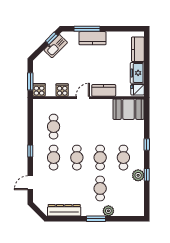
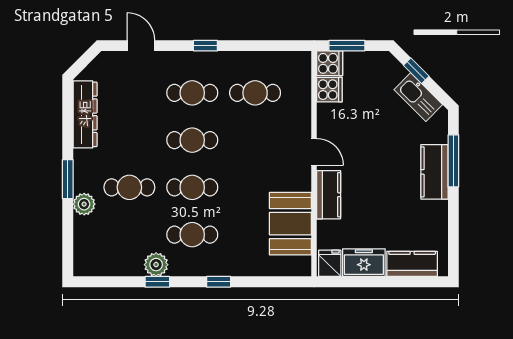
window: (52, 38) -> (416, 71), moved
cooker: (62, 90) -> (329, 90), moved
booth: (129, 109) -> (290, 224), moved

